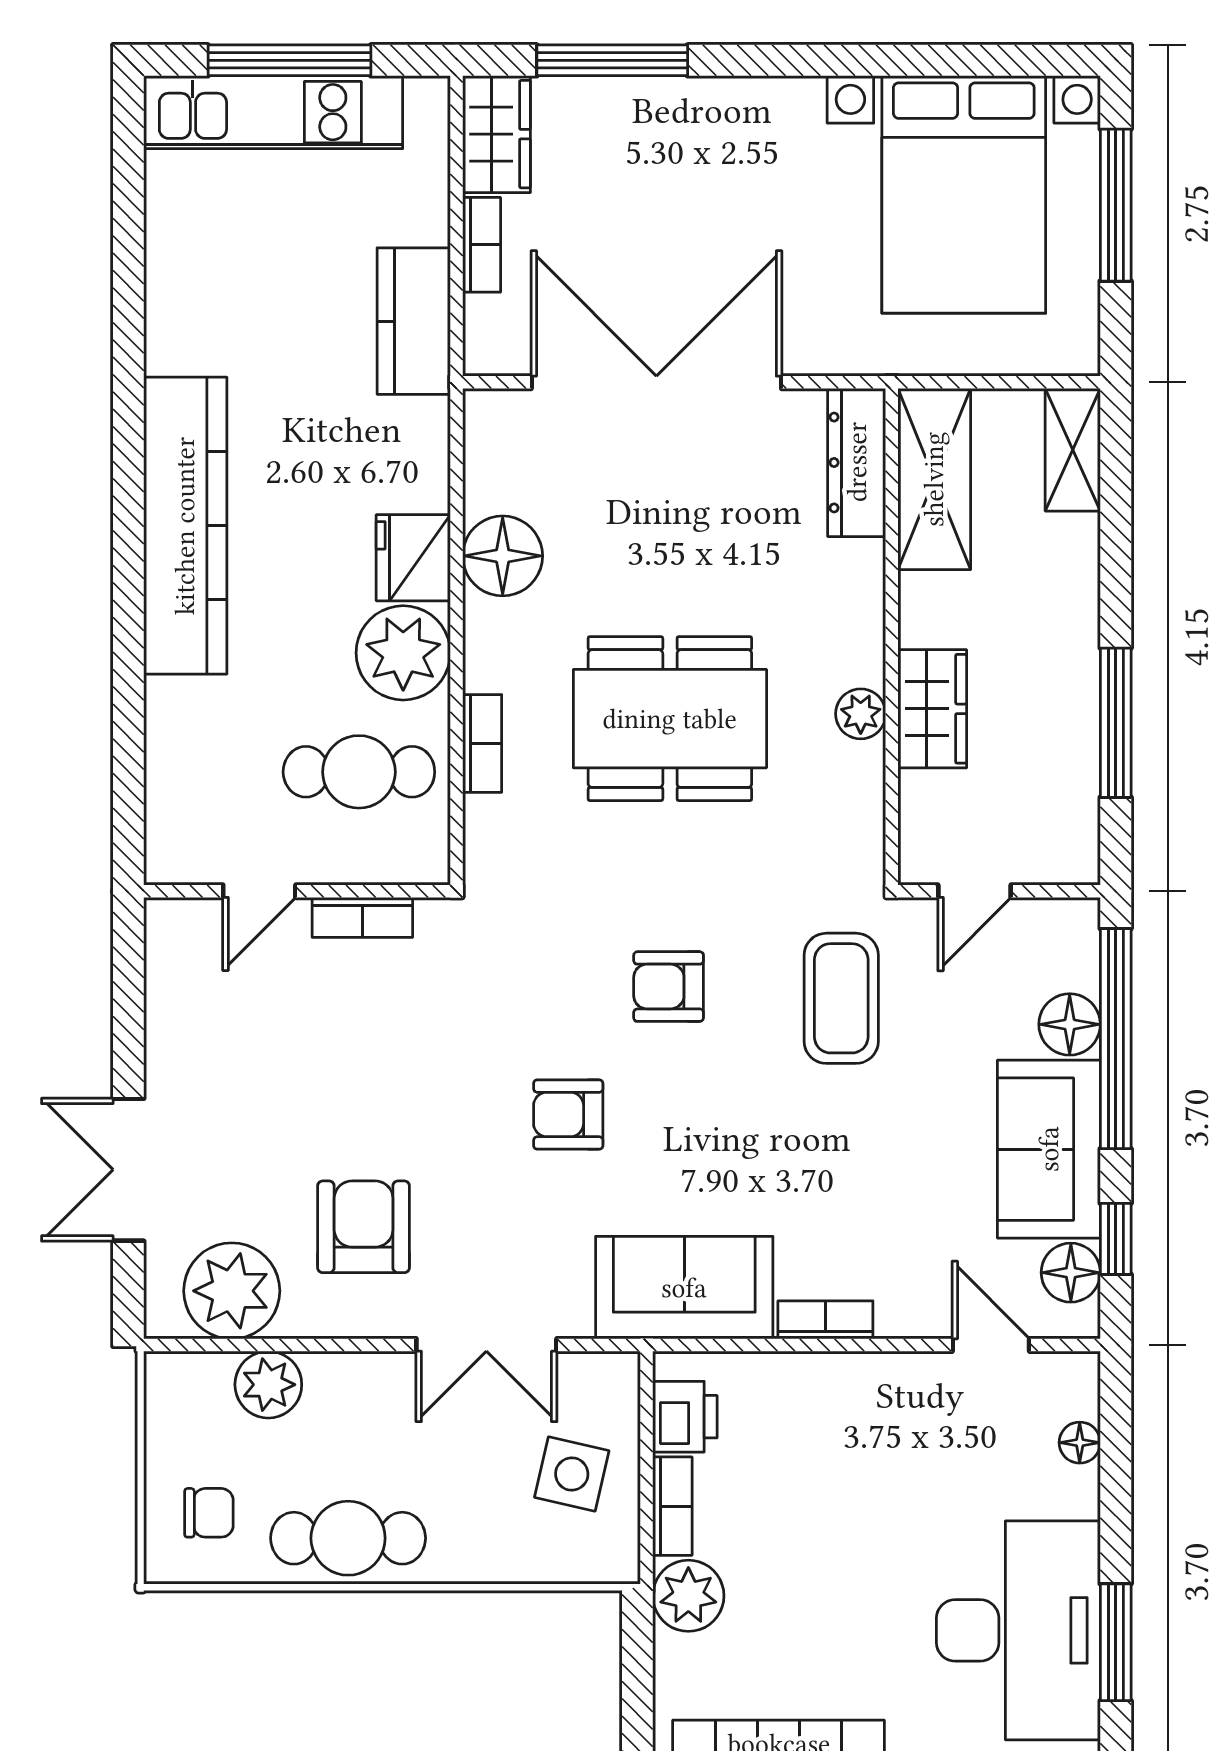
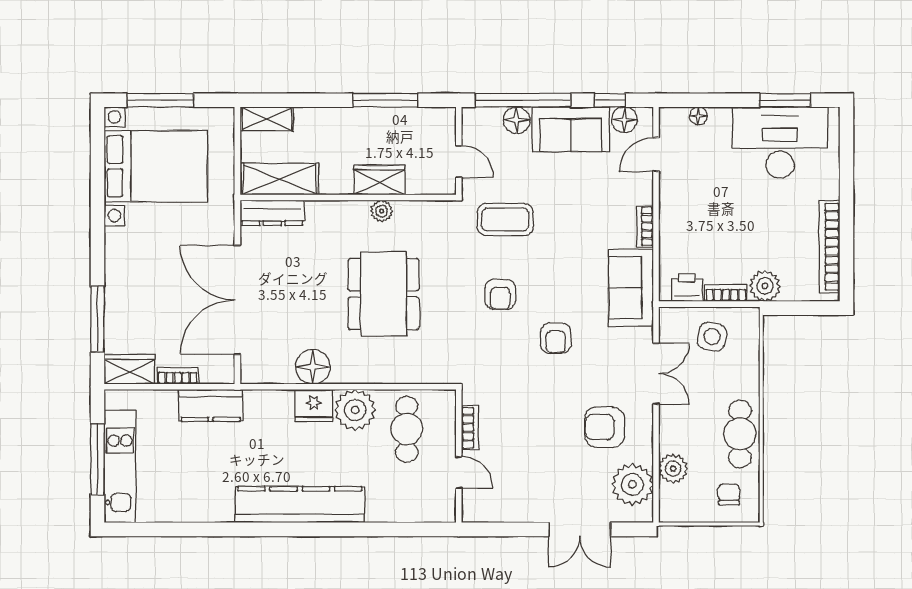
bookcase: (482, 743) -> (394, 376), removed

